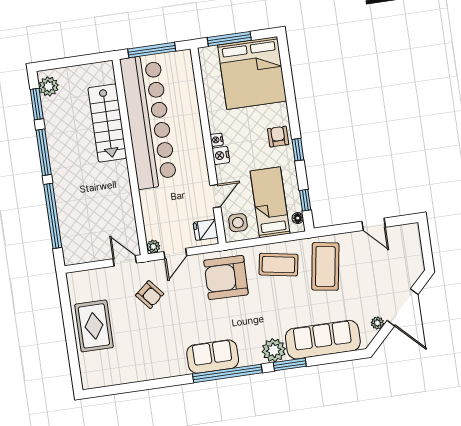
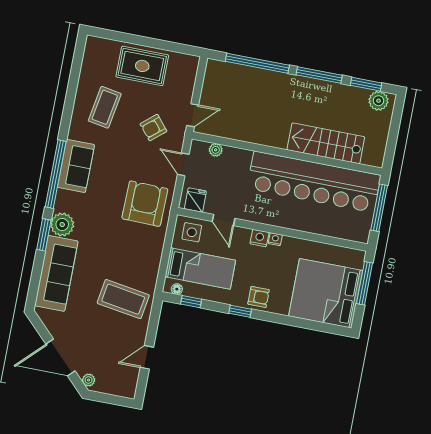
plant: (153, 247) -> (216, 150), moved
coffee table: (278, 265) -> (105, 107), moved
plant: (377, 323) -> (89, 380), moved

